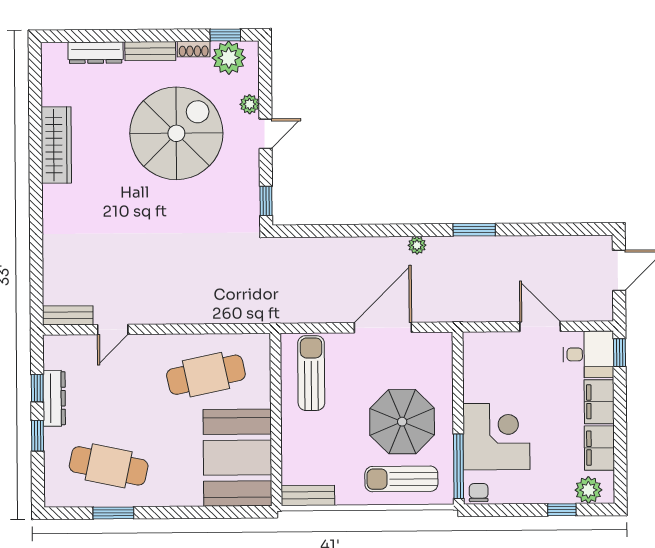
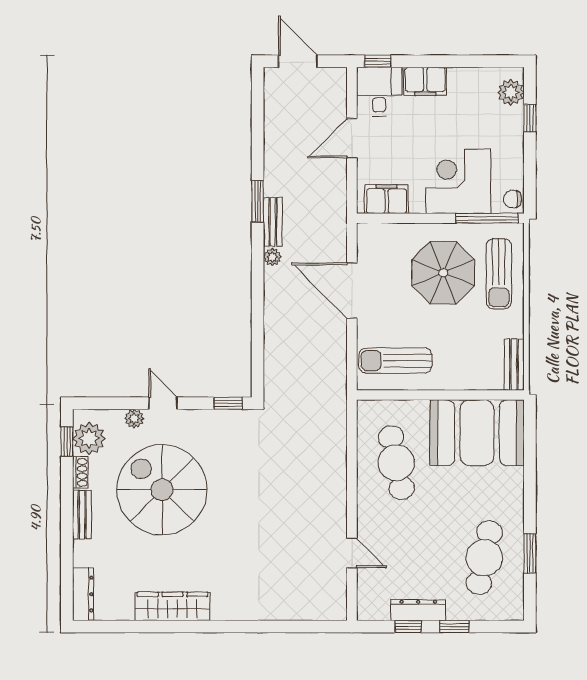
dresser: (96, 53) -> (83, 594), moved
bench: (68, 315) -> (273, 222), moved
filing cabinet: (599, 448) -> (387, 199), moved, turned 180

